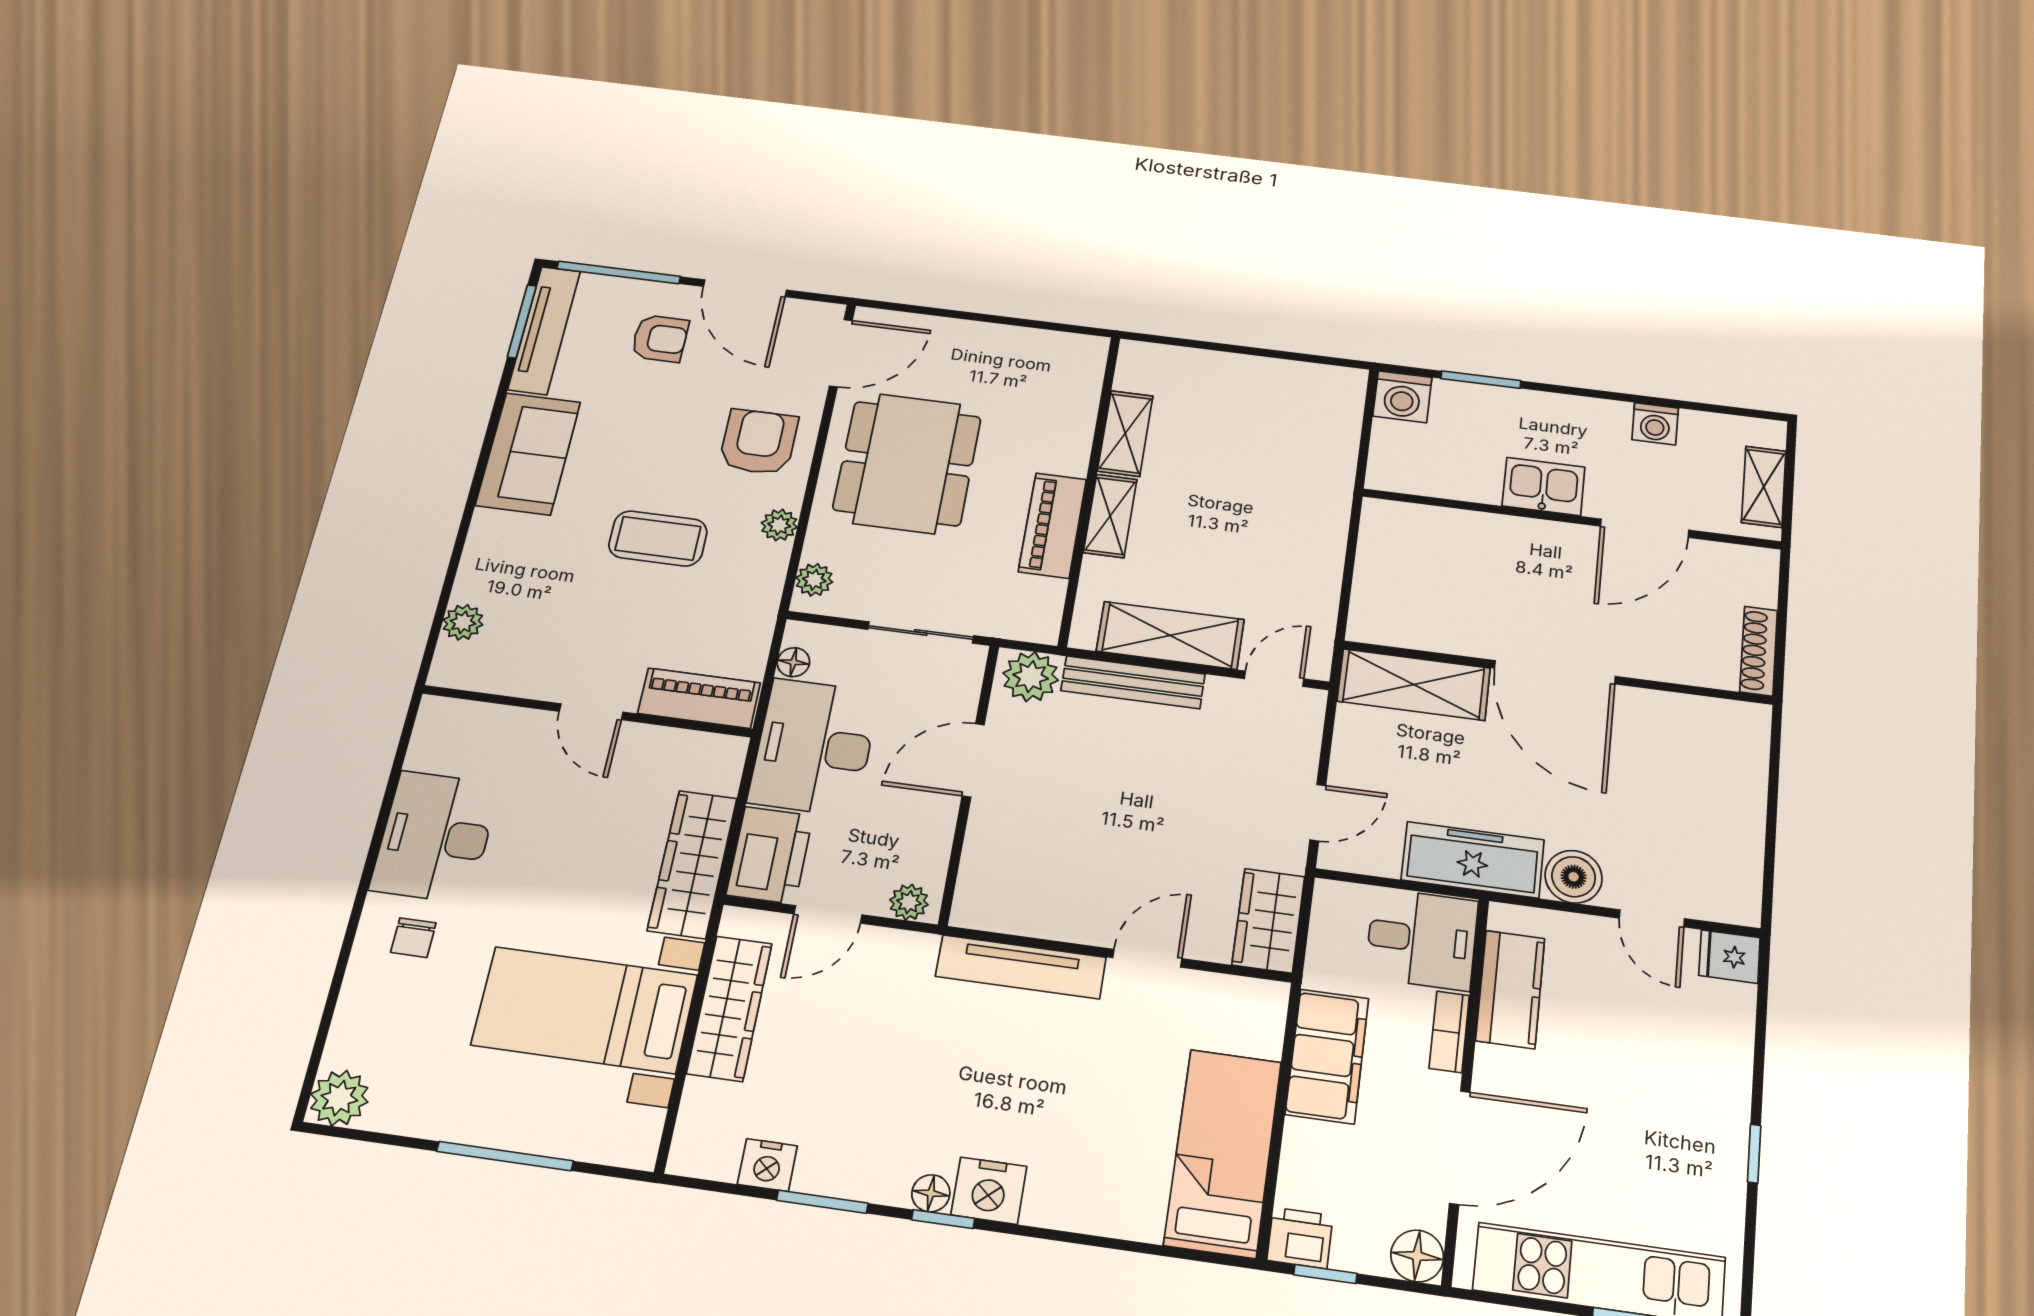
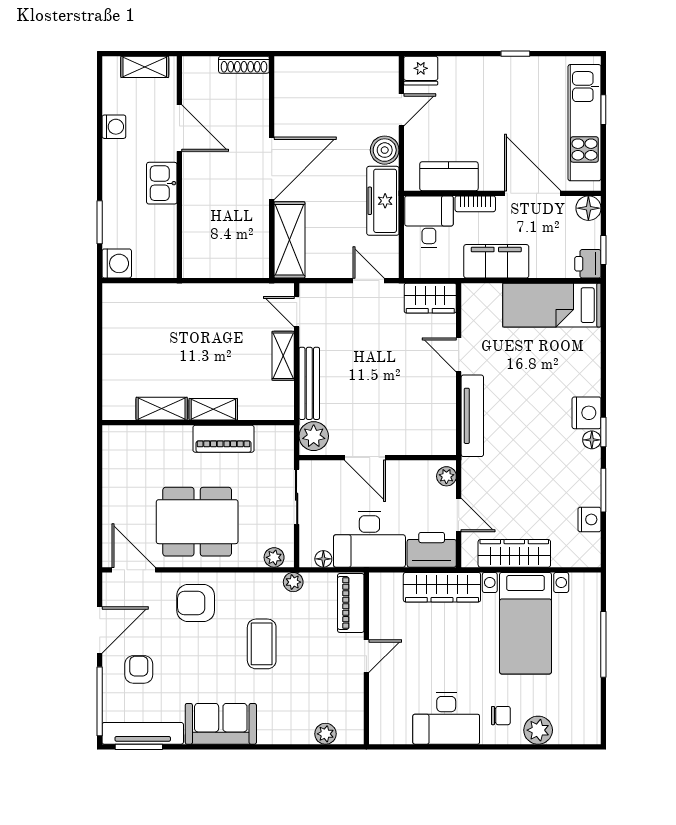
plant: (779, 525) -> (293, 582), moved
shelving: (1170, 635) -> (283, 356), width x0.67, depth x0.75
fridge: (1729, 957) -> (421, 71), width x1.38
plant: (339, 1098) -> (538, 730), moved

